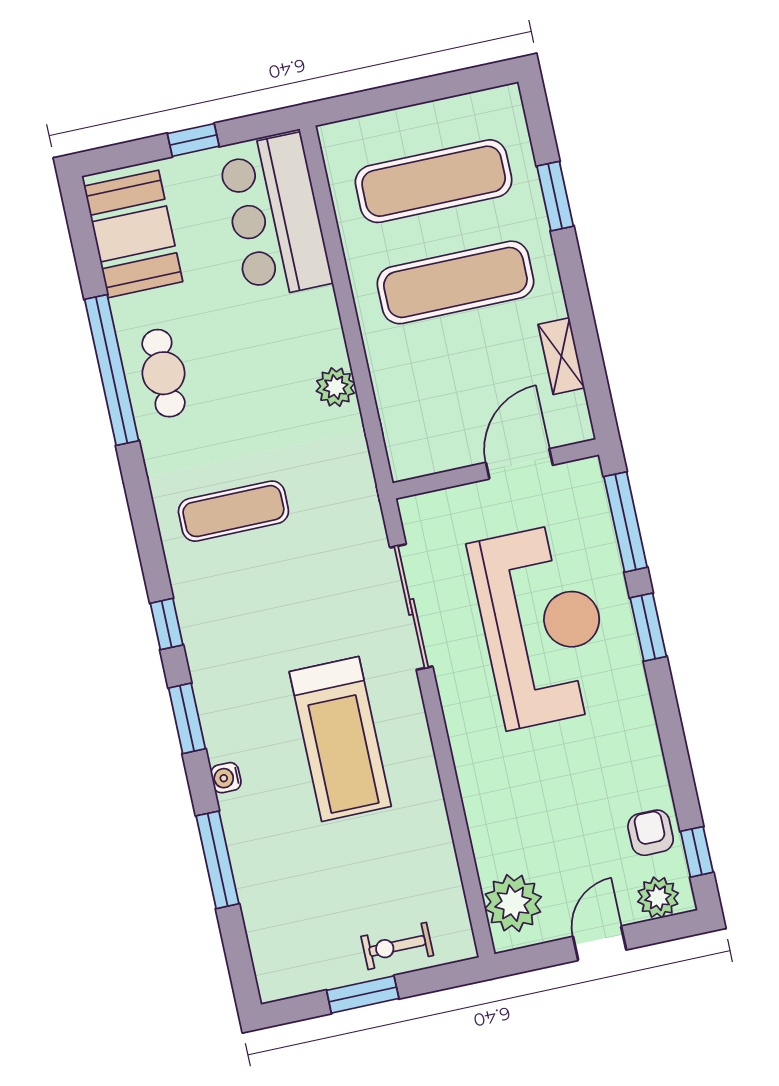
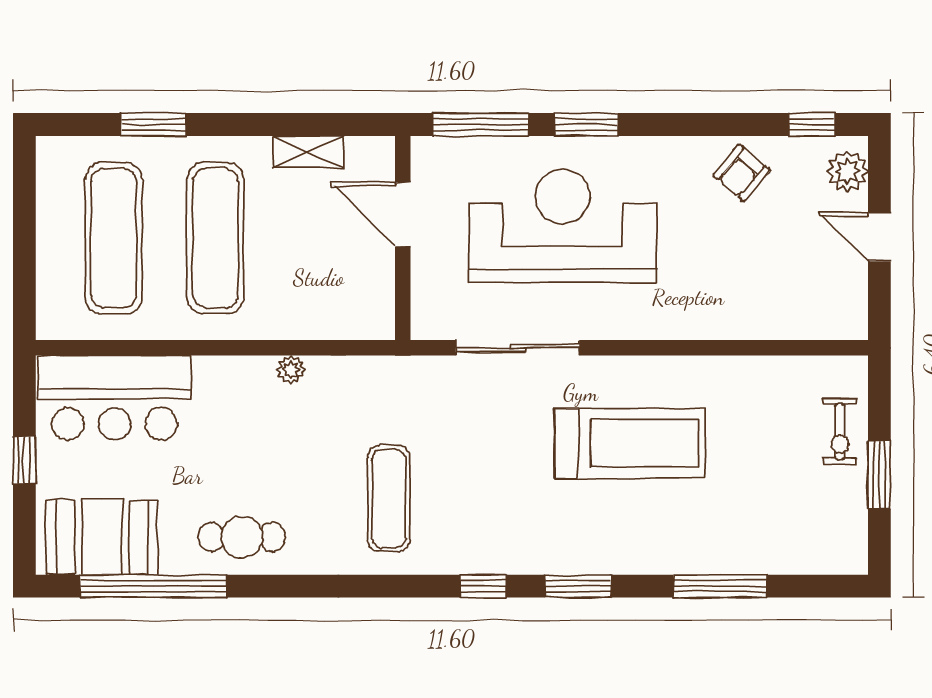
window: (112, 370) -> (154, 586), moved
plant: (336, 387) -> (291, 369), width x0.73, depth x0.73
water cooler: (226, 778) -> (643, 561), removed
armchair: (651, 833) -> (742, 173), moved, turned -50
plant: (513, 903) -> (823, 312), removed

